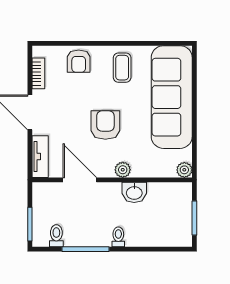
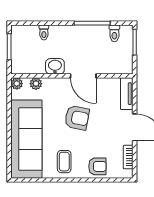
armchair: (79, 61) -> (97, 166), turned 90
armchair: (105, 125) -> (77, 118), turned -79
plant: (123, 170) -> (36, 84), moved
door: (80, 180) -> (83, 76), moved
toilet: (118, 237) -> (44, 32), moved

